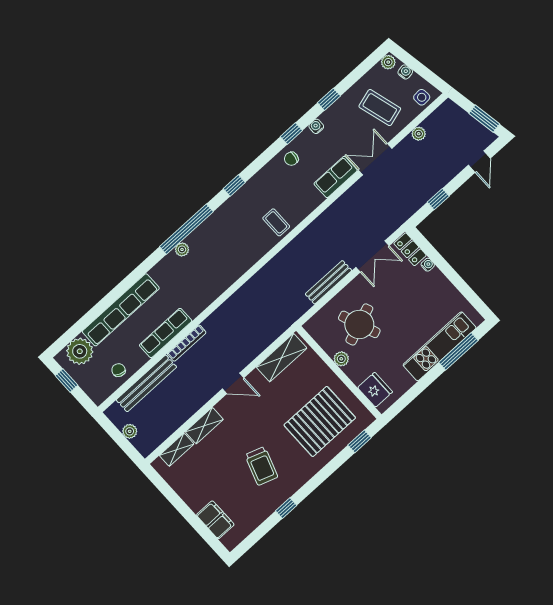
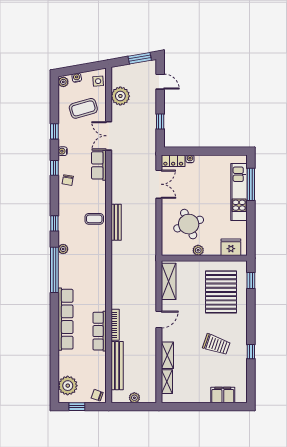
plant: (419, 134) -> (120, 96), width x1.88, depth x1.88
plant: (182, 249) -> (63, 249), moved
bench: (328, 282) -> (116, 222), moved
row of seats: (121, 310) -> (66, 319), moved
chair: (118, 370) -> (97, 395), moved

